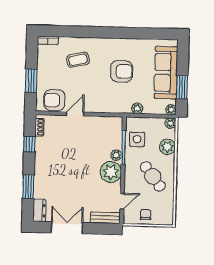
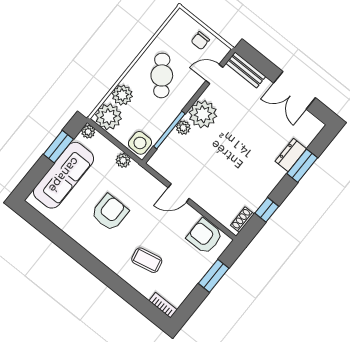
armchair: (122, 71) -> (110, 212), turned 90
armchair: (54, 100) -> (205, 236), turned 180
door: (75, 114) -> (179, 193), moved
plant: (170, 123) -> (109, 117), width x1.88, depth x1.88
side table: (137, 139) -> (140, 143), moved
dresser: (39, 211) -> (291, 155), moved

